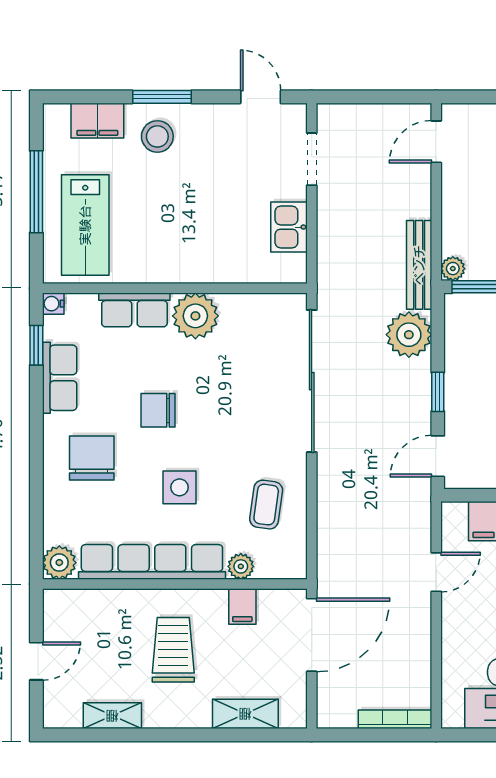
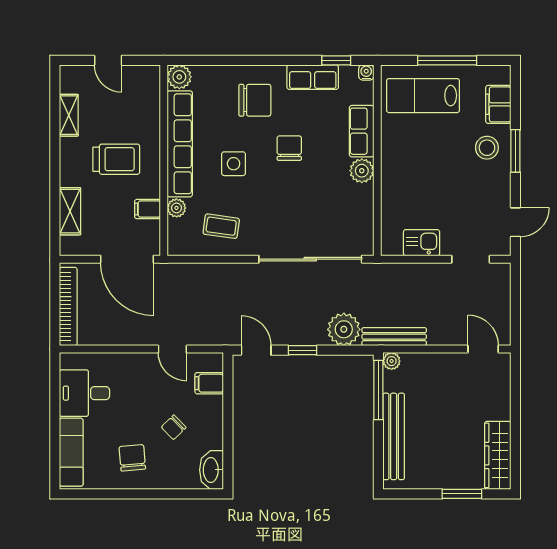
plant: (195, 316) -> (362, 171), width x0.73, depth x0.73
bookcase: (395, 719) -> (68, 307), width x1.48, depth x1.31

